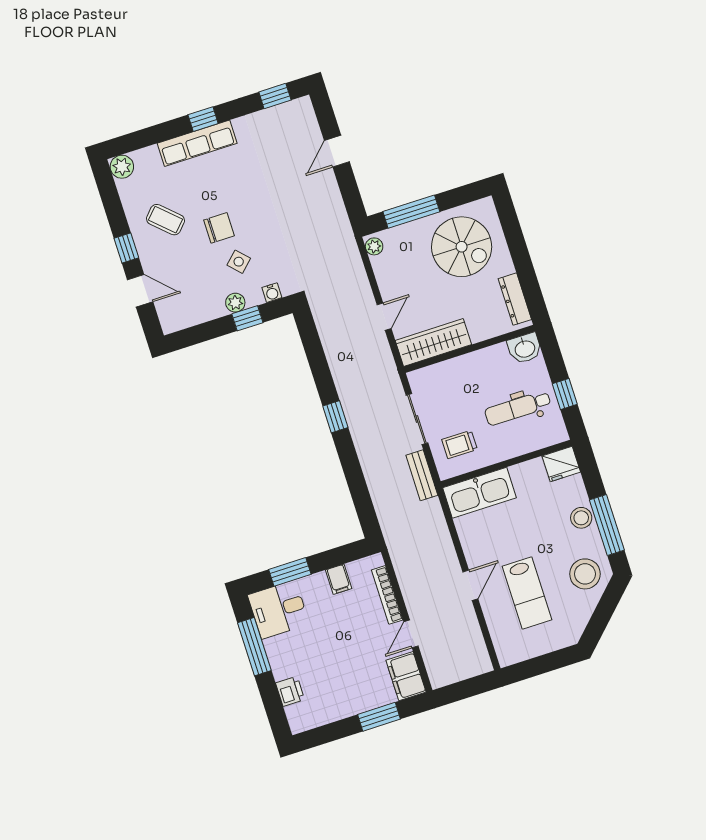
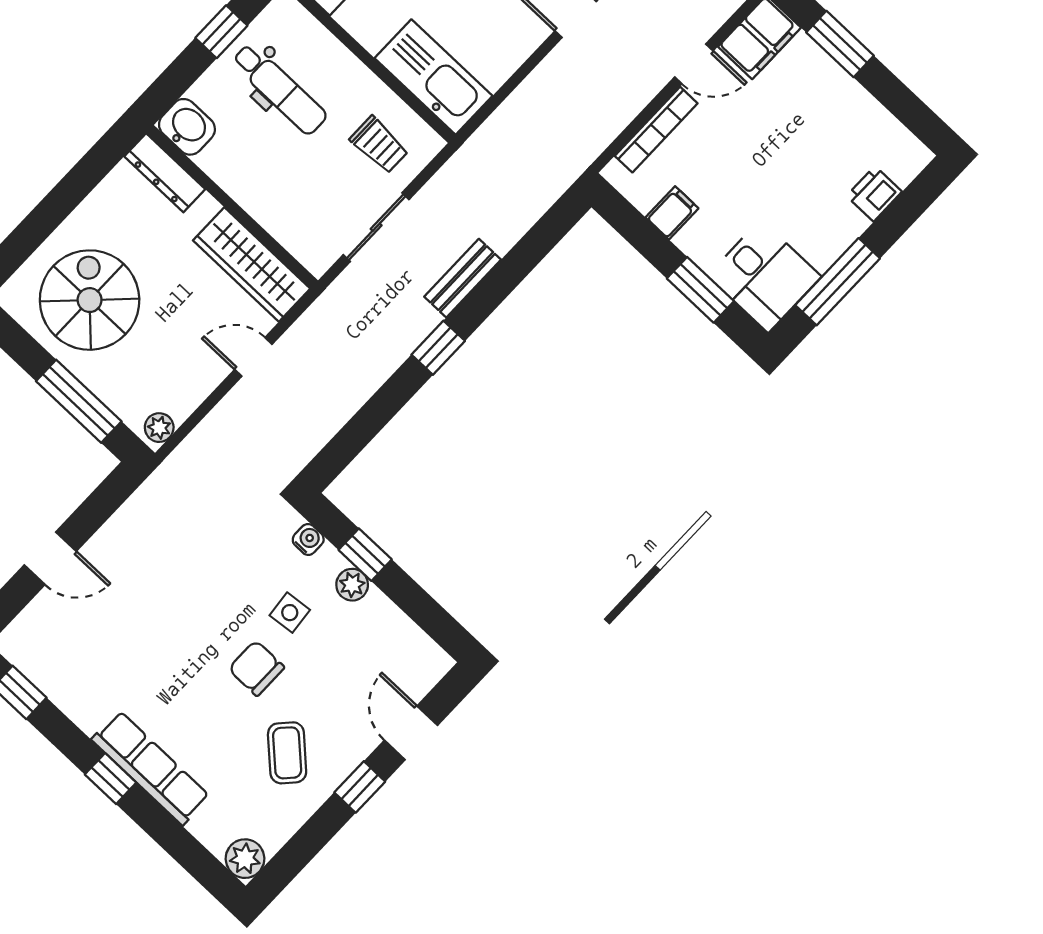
side table: (239, 262) -> (290, 613), turned 38
dresser: (515, 299) -> (165, 173), moved, turned 90
bench: (422, 475) -> (463, 278), moved

